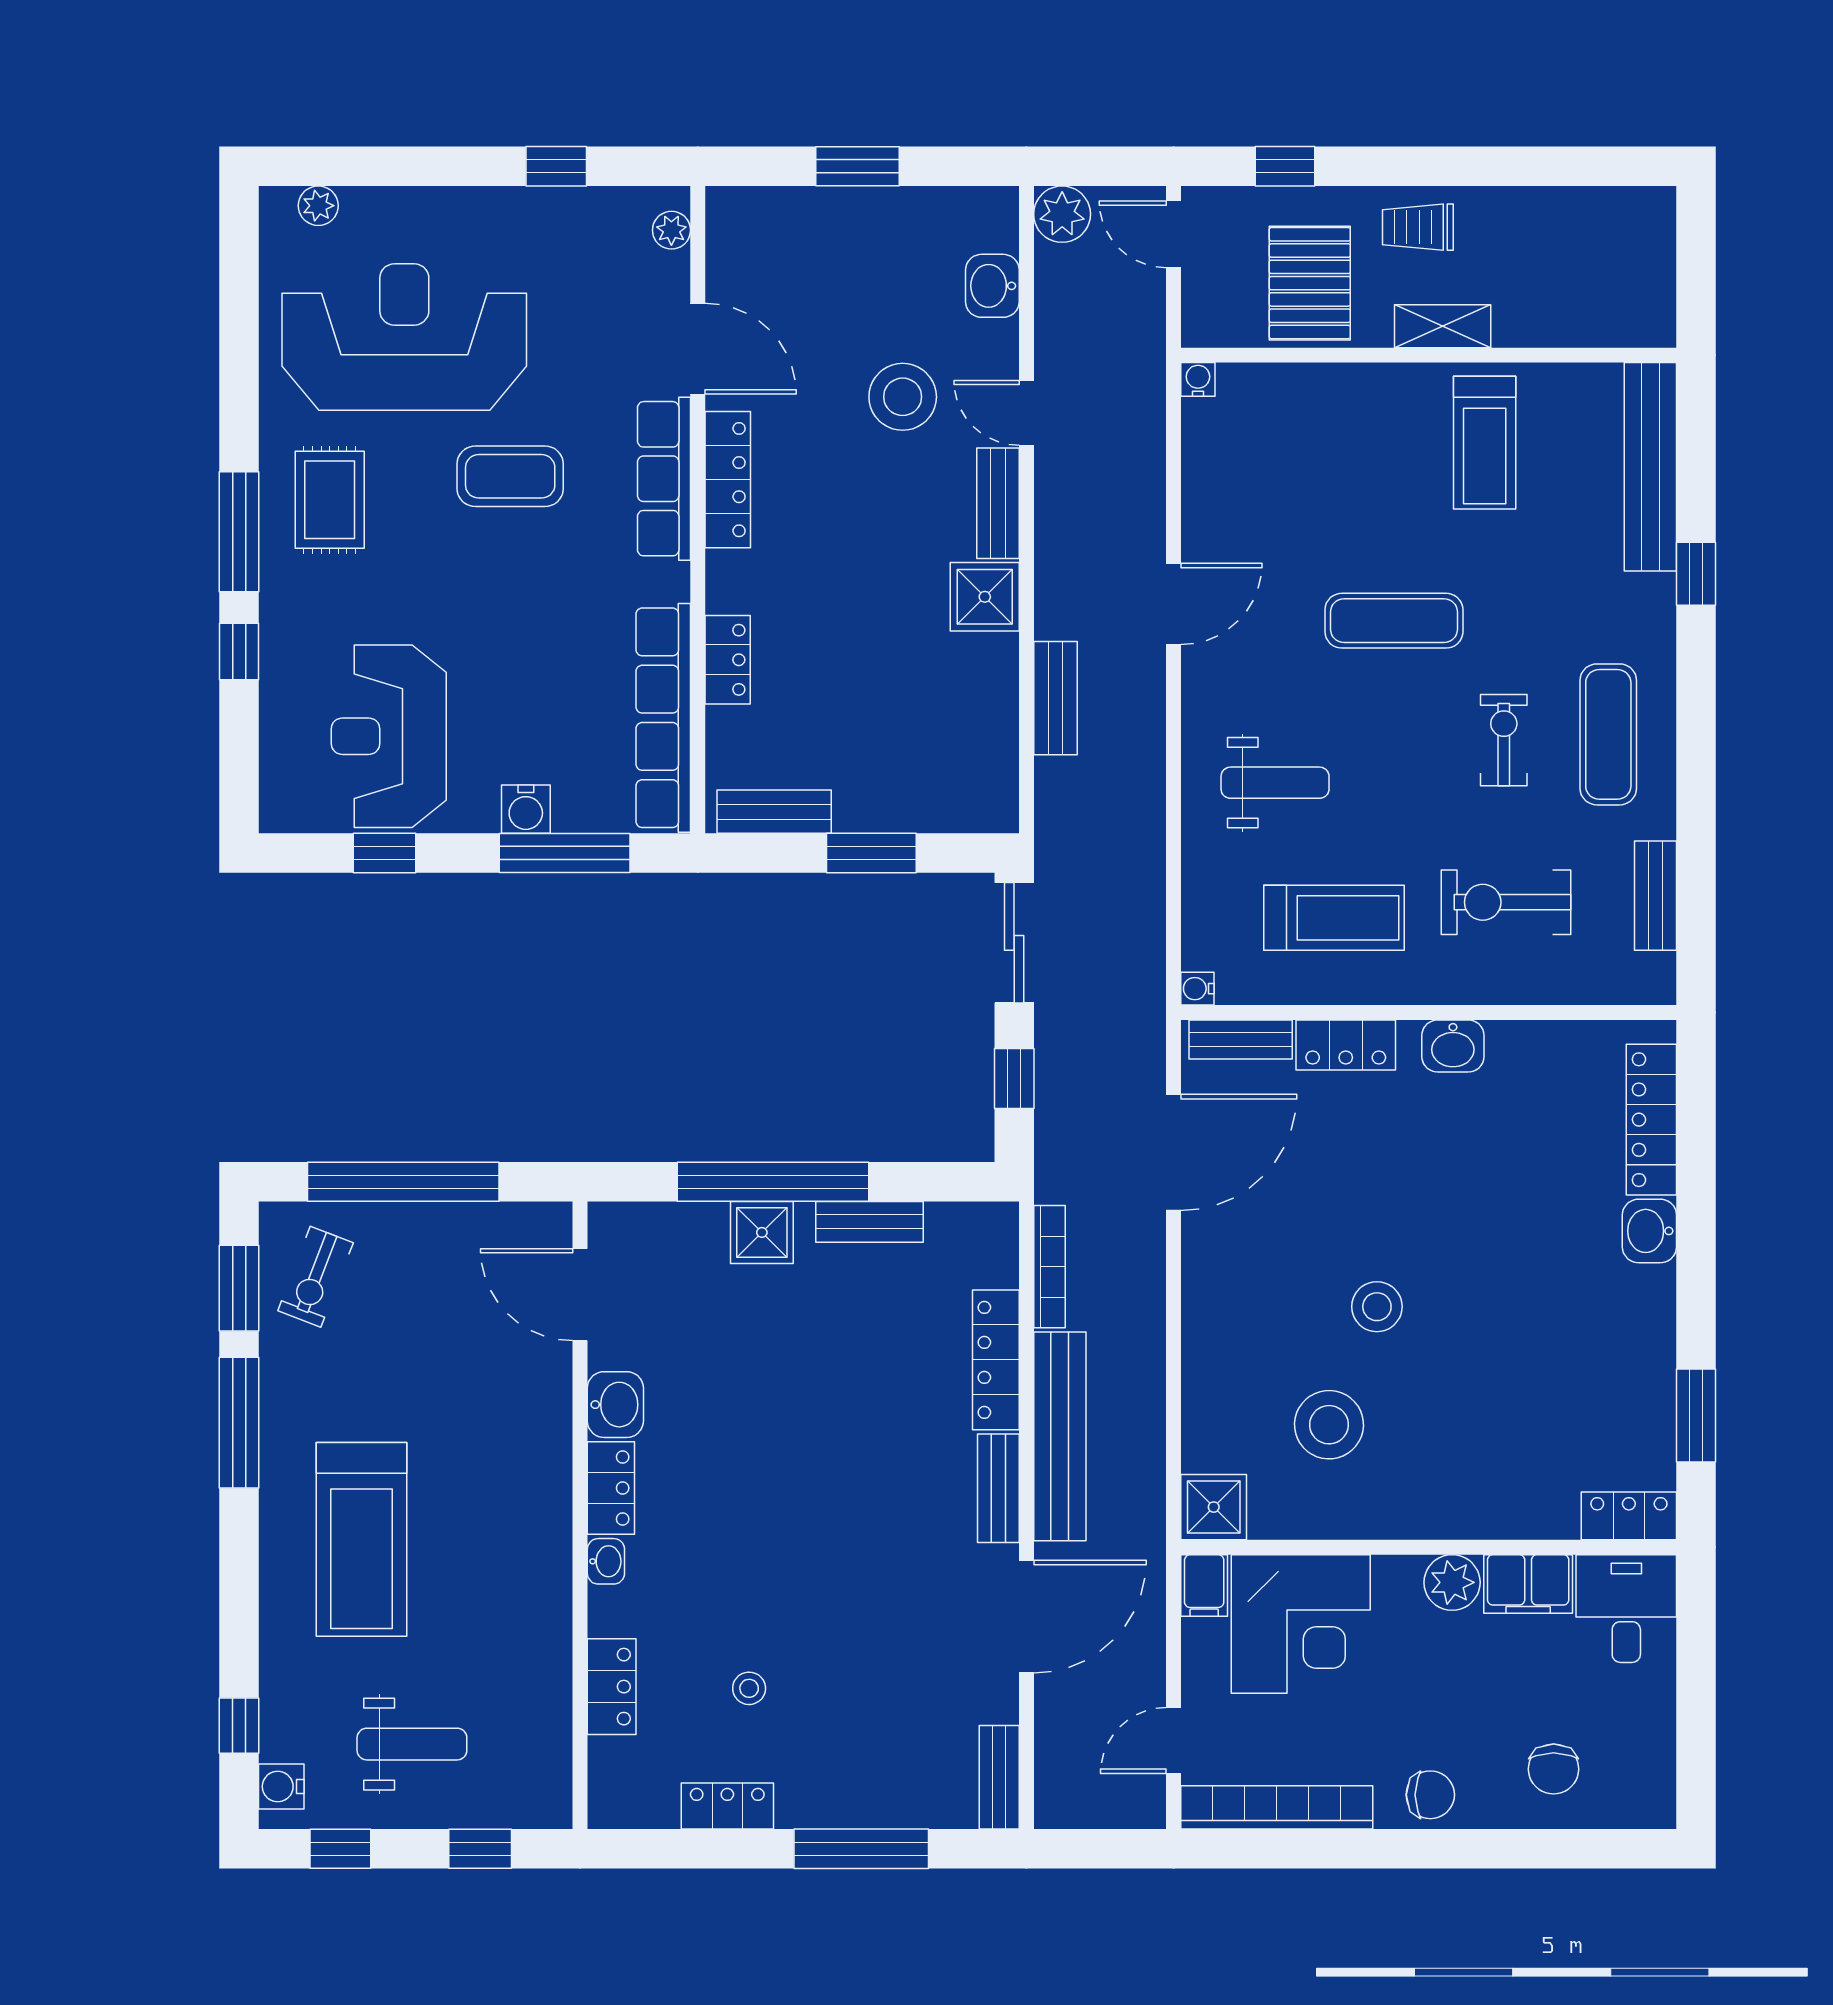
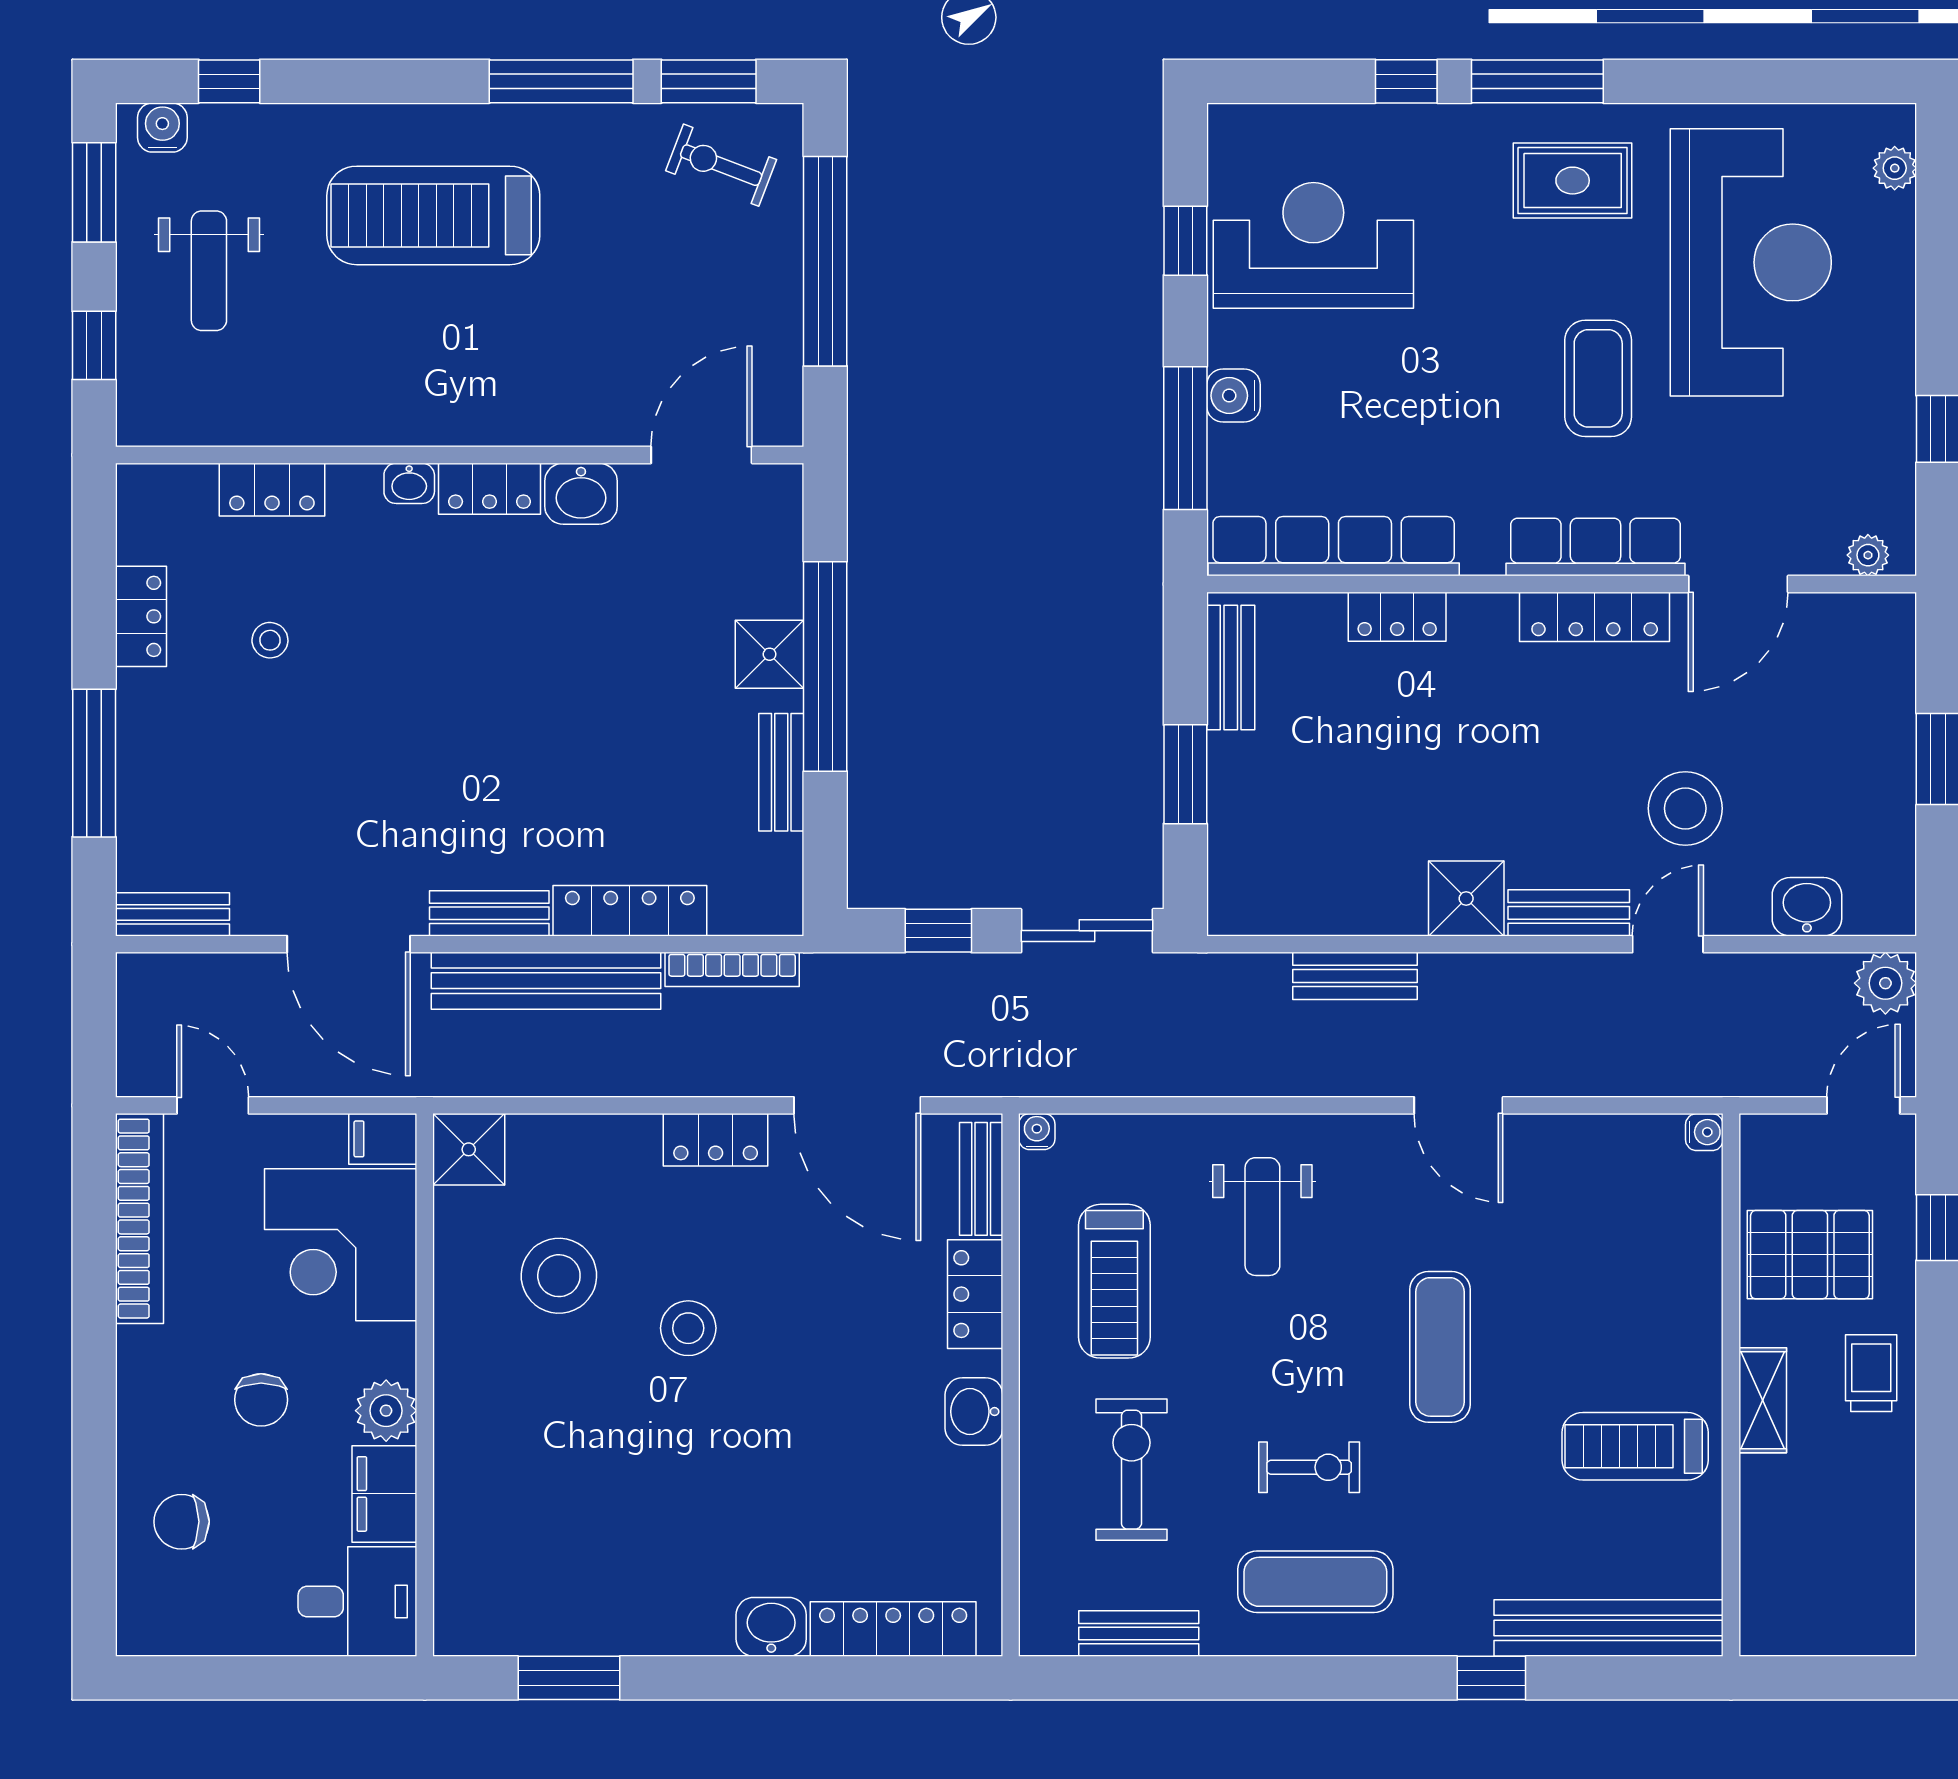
locker: (1629, 1516) -> (716, 1140), moved, turned 90
chair: (1430, 1795) -> (261, 1400), moved
window: (340, 1849) -> (94, 192), width x1.50

